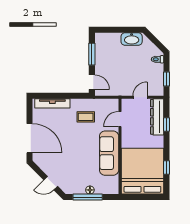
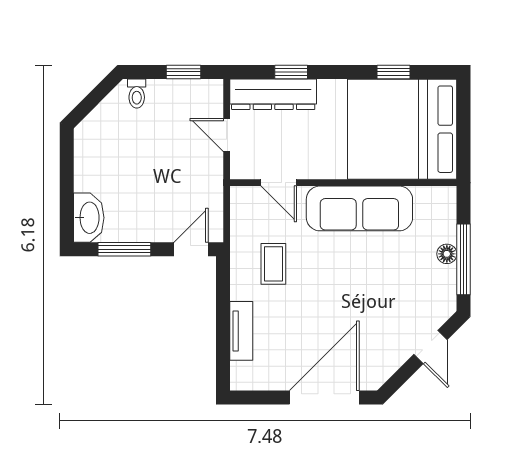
washbasin: (132, 39) -> (89, 218), moved
tv unit: (52, 103) -> (241, 331), width x0.71

